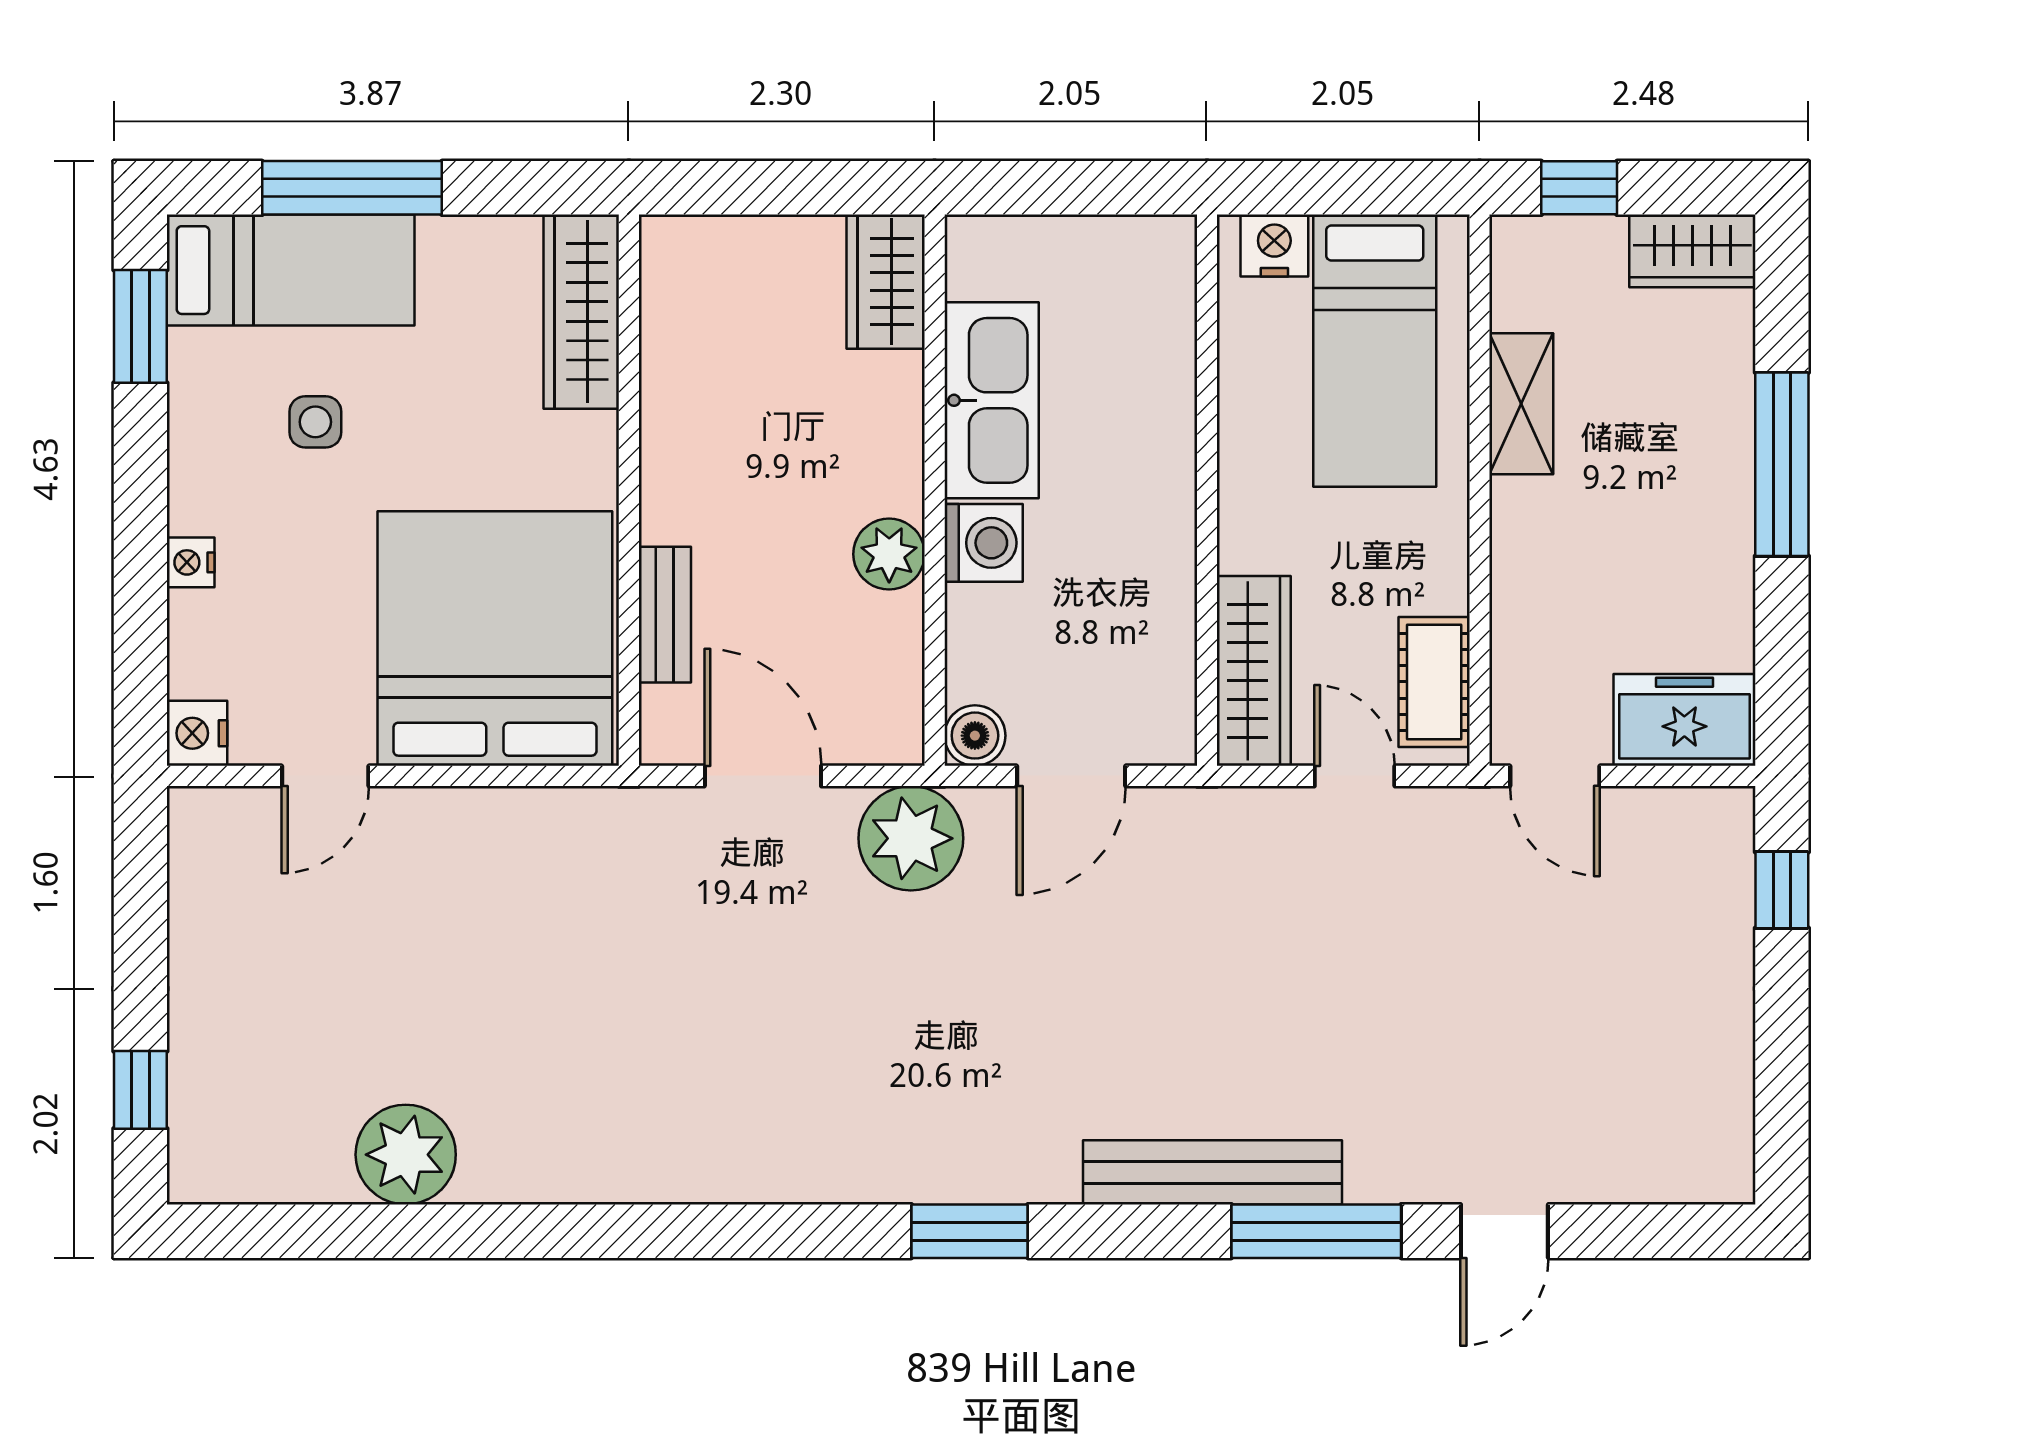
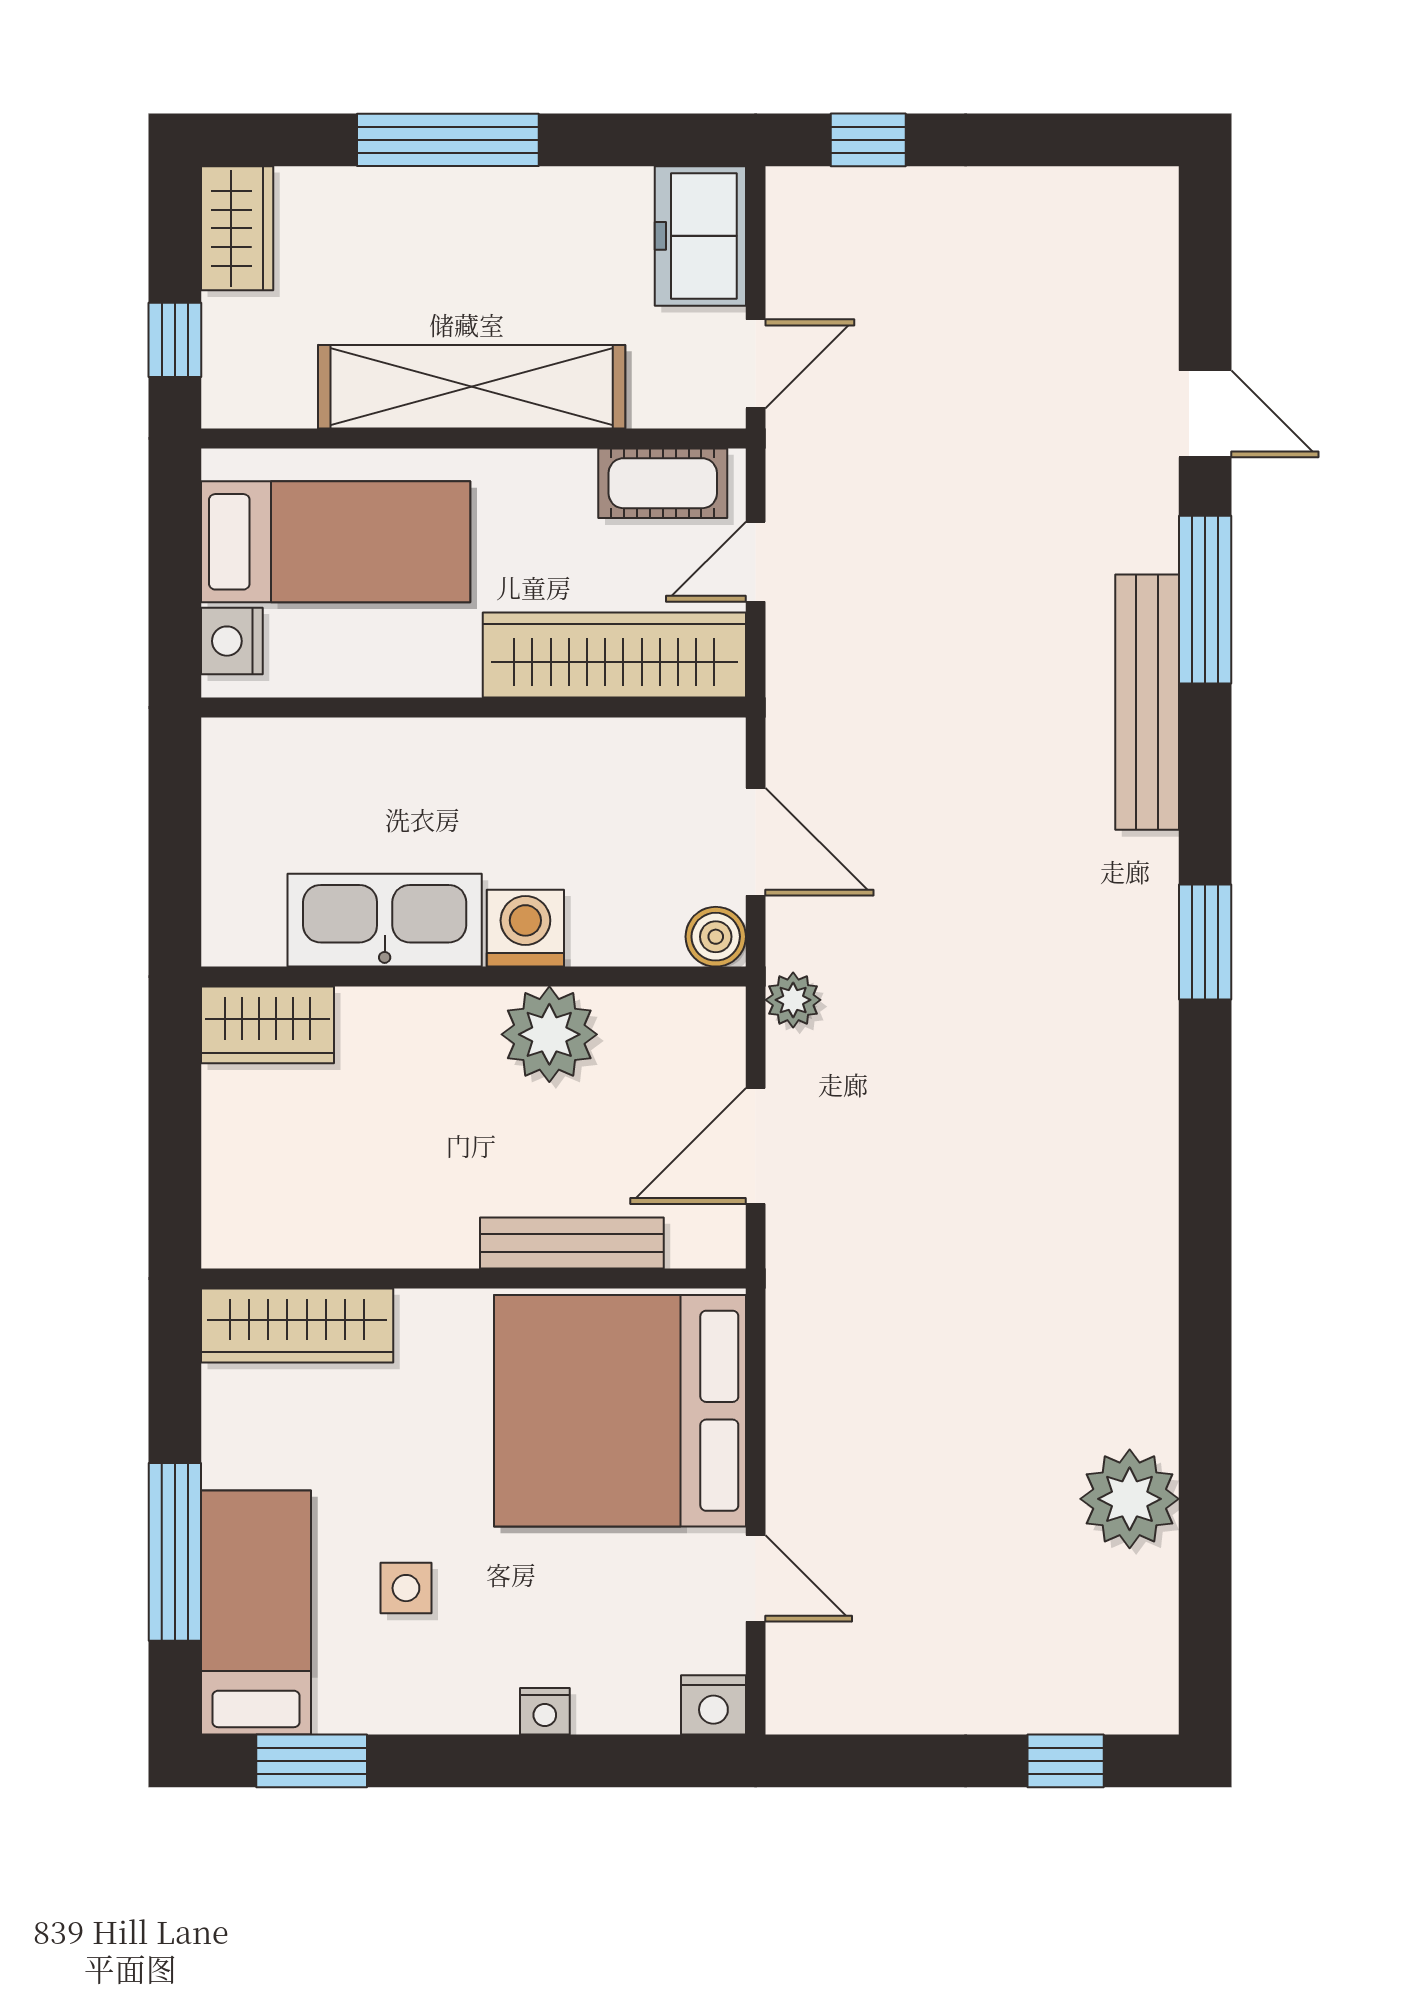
shelving: (1521, 404) -> (472, 387), width x2.20, depth x1.33
plant: (889, 554) -> (549, 1034), width x1.36, depth x1.36
bench: (665, 615) -> (572, 1243), width x1.36
wardrobe: (1254, 671) -> (614, 655), width x1.40, depth x1.17
plant: (911, 838) -> (793, 1000), width x0.53, depth x0.53

